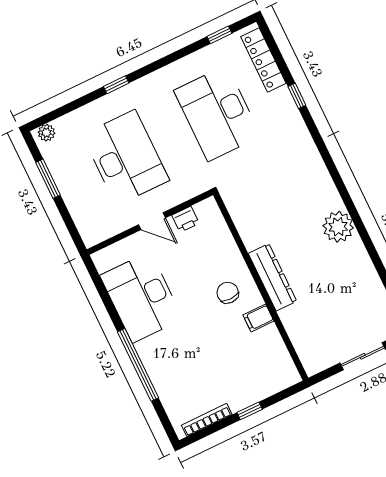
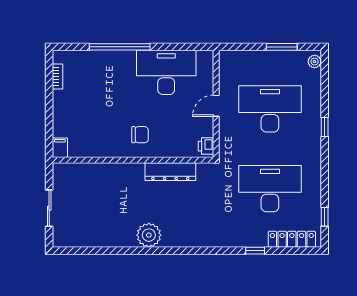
desk: (126, 158) -> (270, 109), turned 180
printer: (186, 219) -> (206, 146), moved
dresser: (272, 277) -> (170, 172), moved
filing cabinet: (258, 318) -> (60, 148), moved
window: (250, 411) -> (49, 110), removed
bookcase: (207, 420) -> (58, 77), width x0.64

